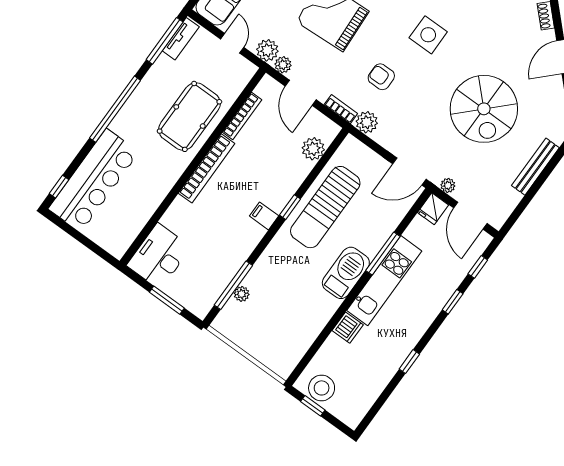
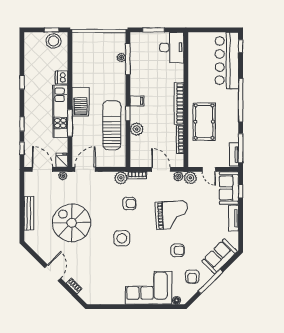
plant: (313, 149) -> (137, 129), moved

